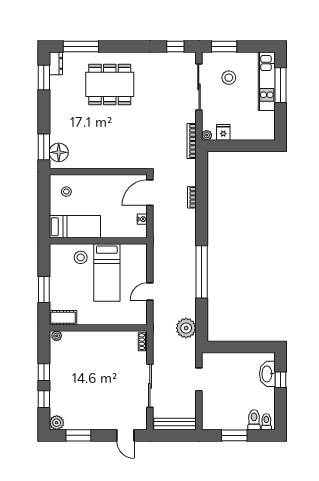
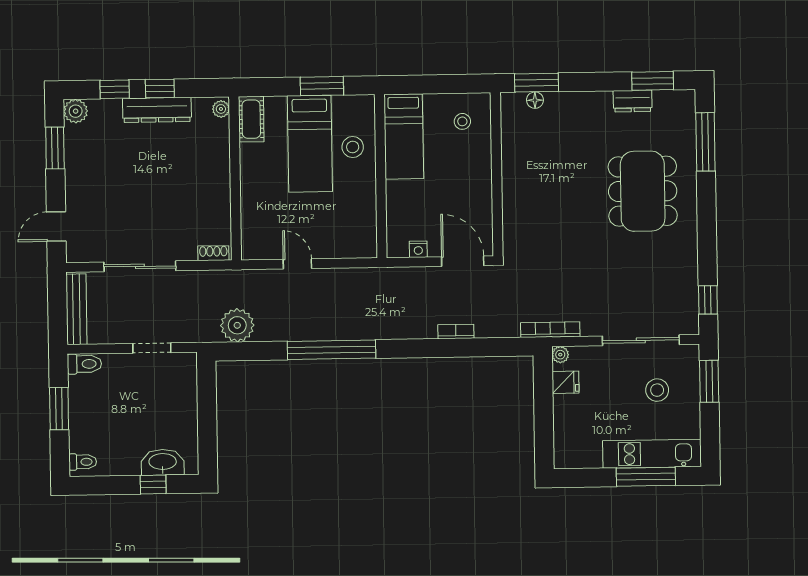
dresser: (56, 63) -> (633, 101), moved
floor lamp: (59, 152) -> (535, 100), width x0.53, depth x0.53
bed: (107, 273) -> (310, 144), moved, turned -90
window: (44, 290) -> (322, 86), moved
dresser: (57, 374) -> (157, 110), added
toilet: (254, 420) -> (84, 364), moved

